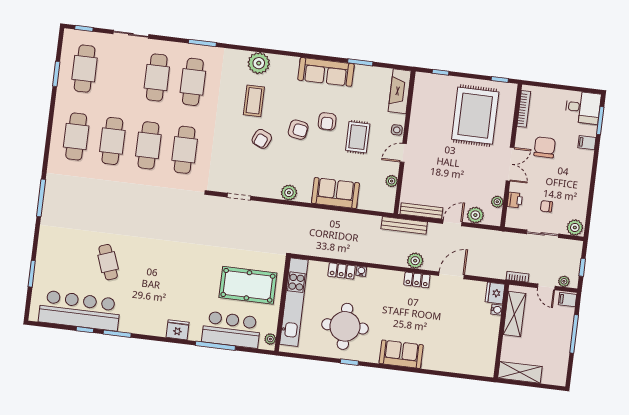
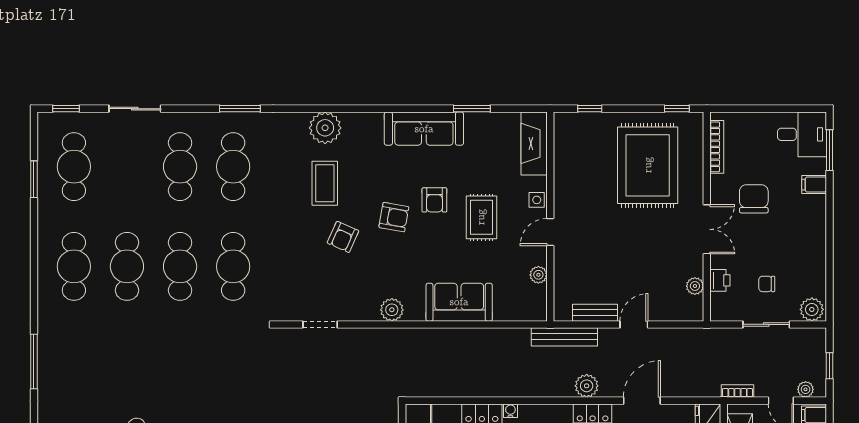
bench: (421, 211) -> (595, 313), width x0.73
plant: (475, 215) -> (666, 309), removed

